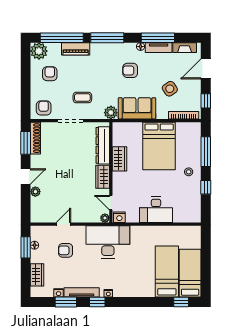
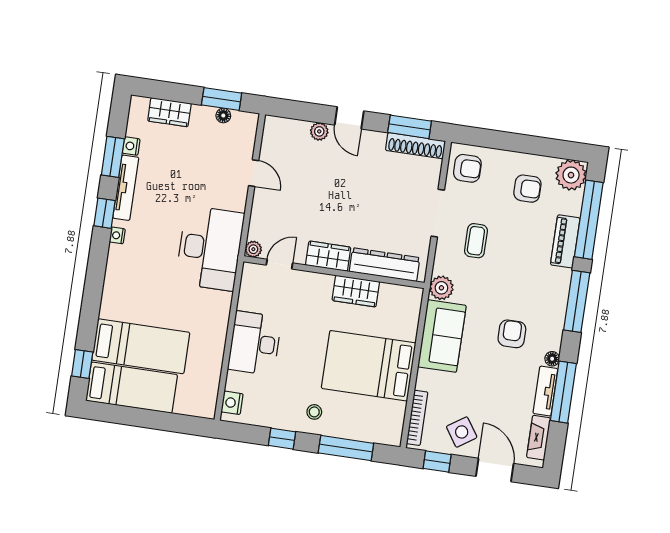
side table: (170, 89) -> (462, 432), moved
nightstand: (119, 217) -> (232, 403), moved
armchair: (66, 250) -> (206, 170), removed

